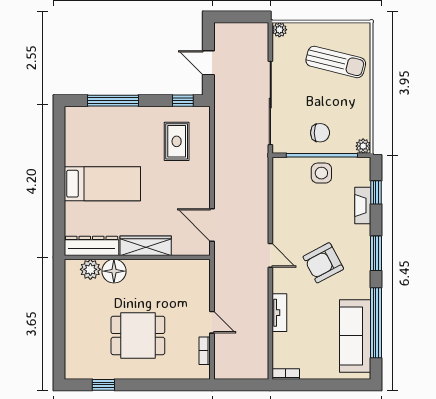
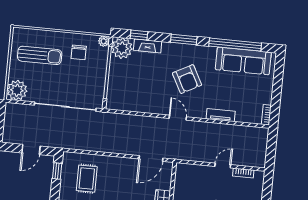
plant: (279, 30) -> (17, 90), width x1.88, depth x1.88
sun lounger: (336, 62) -> (40, 55), turned 76
chair: (320, 133) -> (79, 52), moved, turned 180
rug: (177, 141) -> (87, 179), turned 90
plant: (356, 171) -> (122, 48), added
side table: (321, 173) -> (121, 74), removed
door: (270, 255) -> (178, 118), hinge flipped

